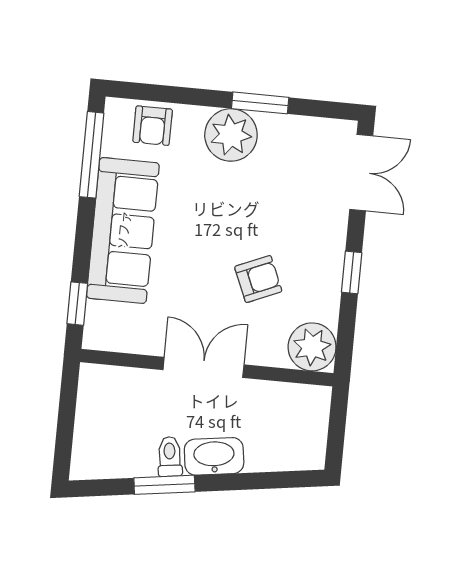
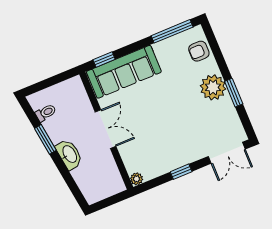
sofa: (123, 230) -> (124, 72), moved
armchair: (258, 279) -> (157, 133), removed
plant: (312, 347) -> (137, 179), width x0.53, depth x0.53
toilet: (170, 457) -> (46, 113), moved

